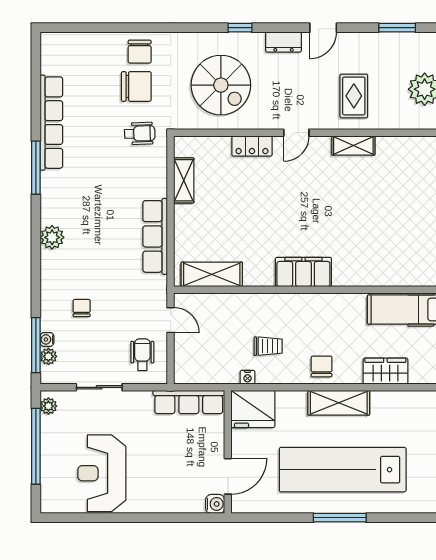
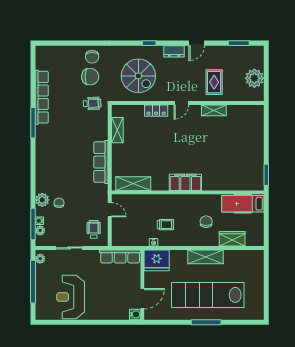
plant: (52, 237) -> (42, 200), moved
chair: (322, 366) -> (206, 222), moved

